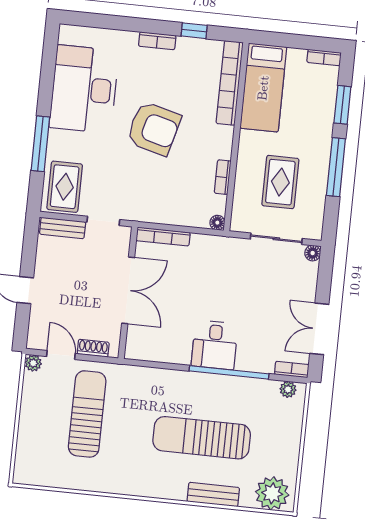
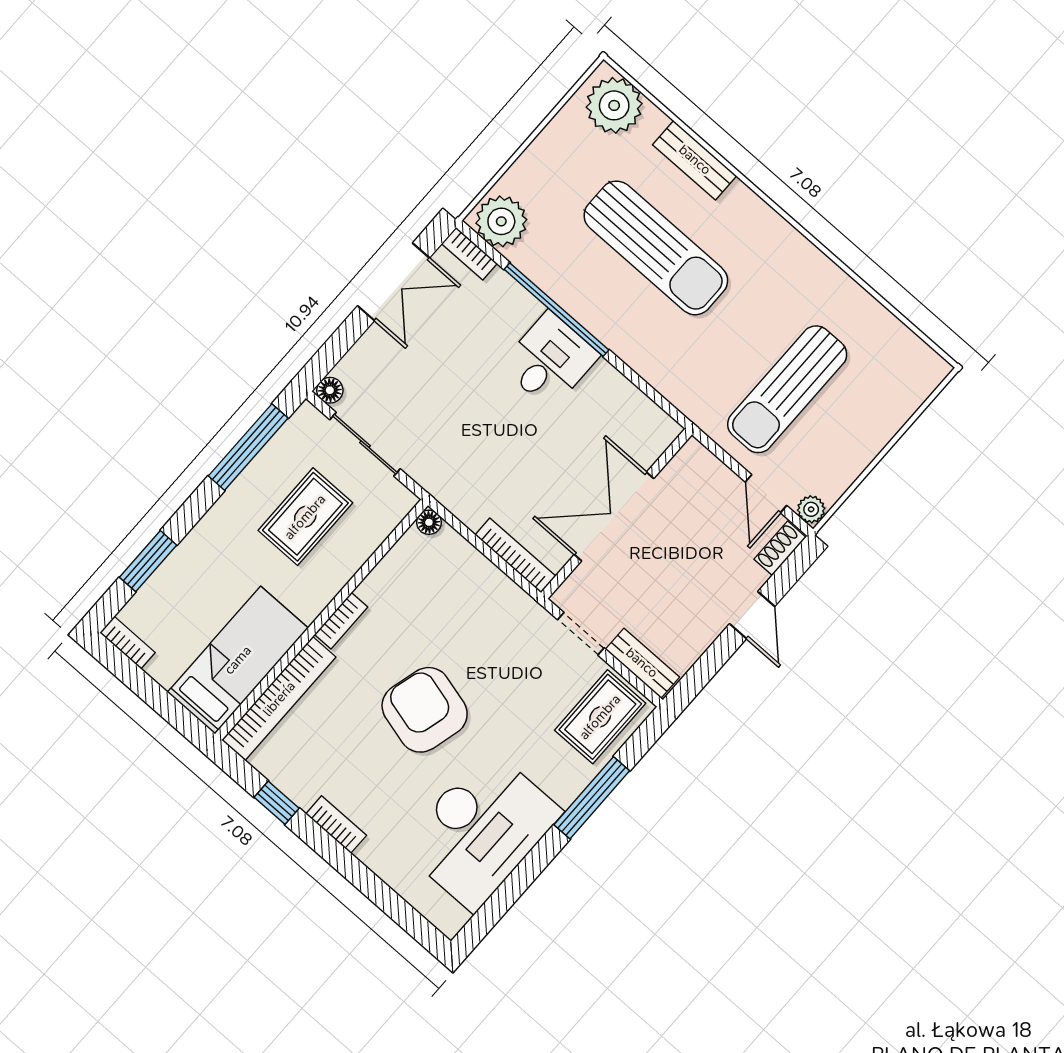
window: (336, 167) -> (248, 447), moved
bookcase: (223, 177) -> (341, 621), moved
shoe rack: (93, 348) -> (780, 548), moved, turned 90
plant: (288, 389) -> (501, 221), width x1.88, depth x1.88

